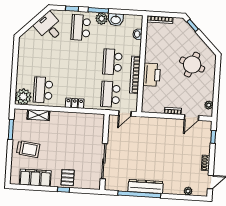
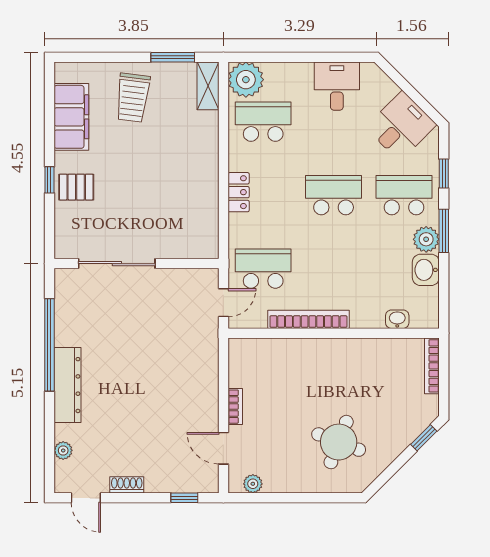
desk: (29, 55) -> (337, 86), added
school desk: (112, 62) -> (334, 195), moved
printer: (152, 75) -> (311, 356), removed
door: (125, 113) -> (223, 303), swing flipped
shelving: (38, 115) -> (208, 86), moved
dresser: (146, 186) -> (67, 385), moved

